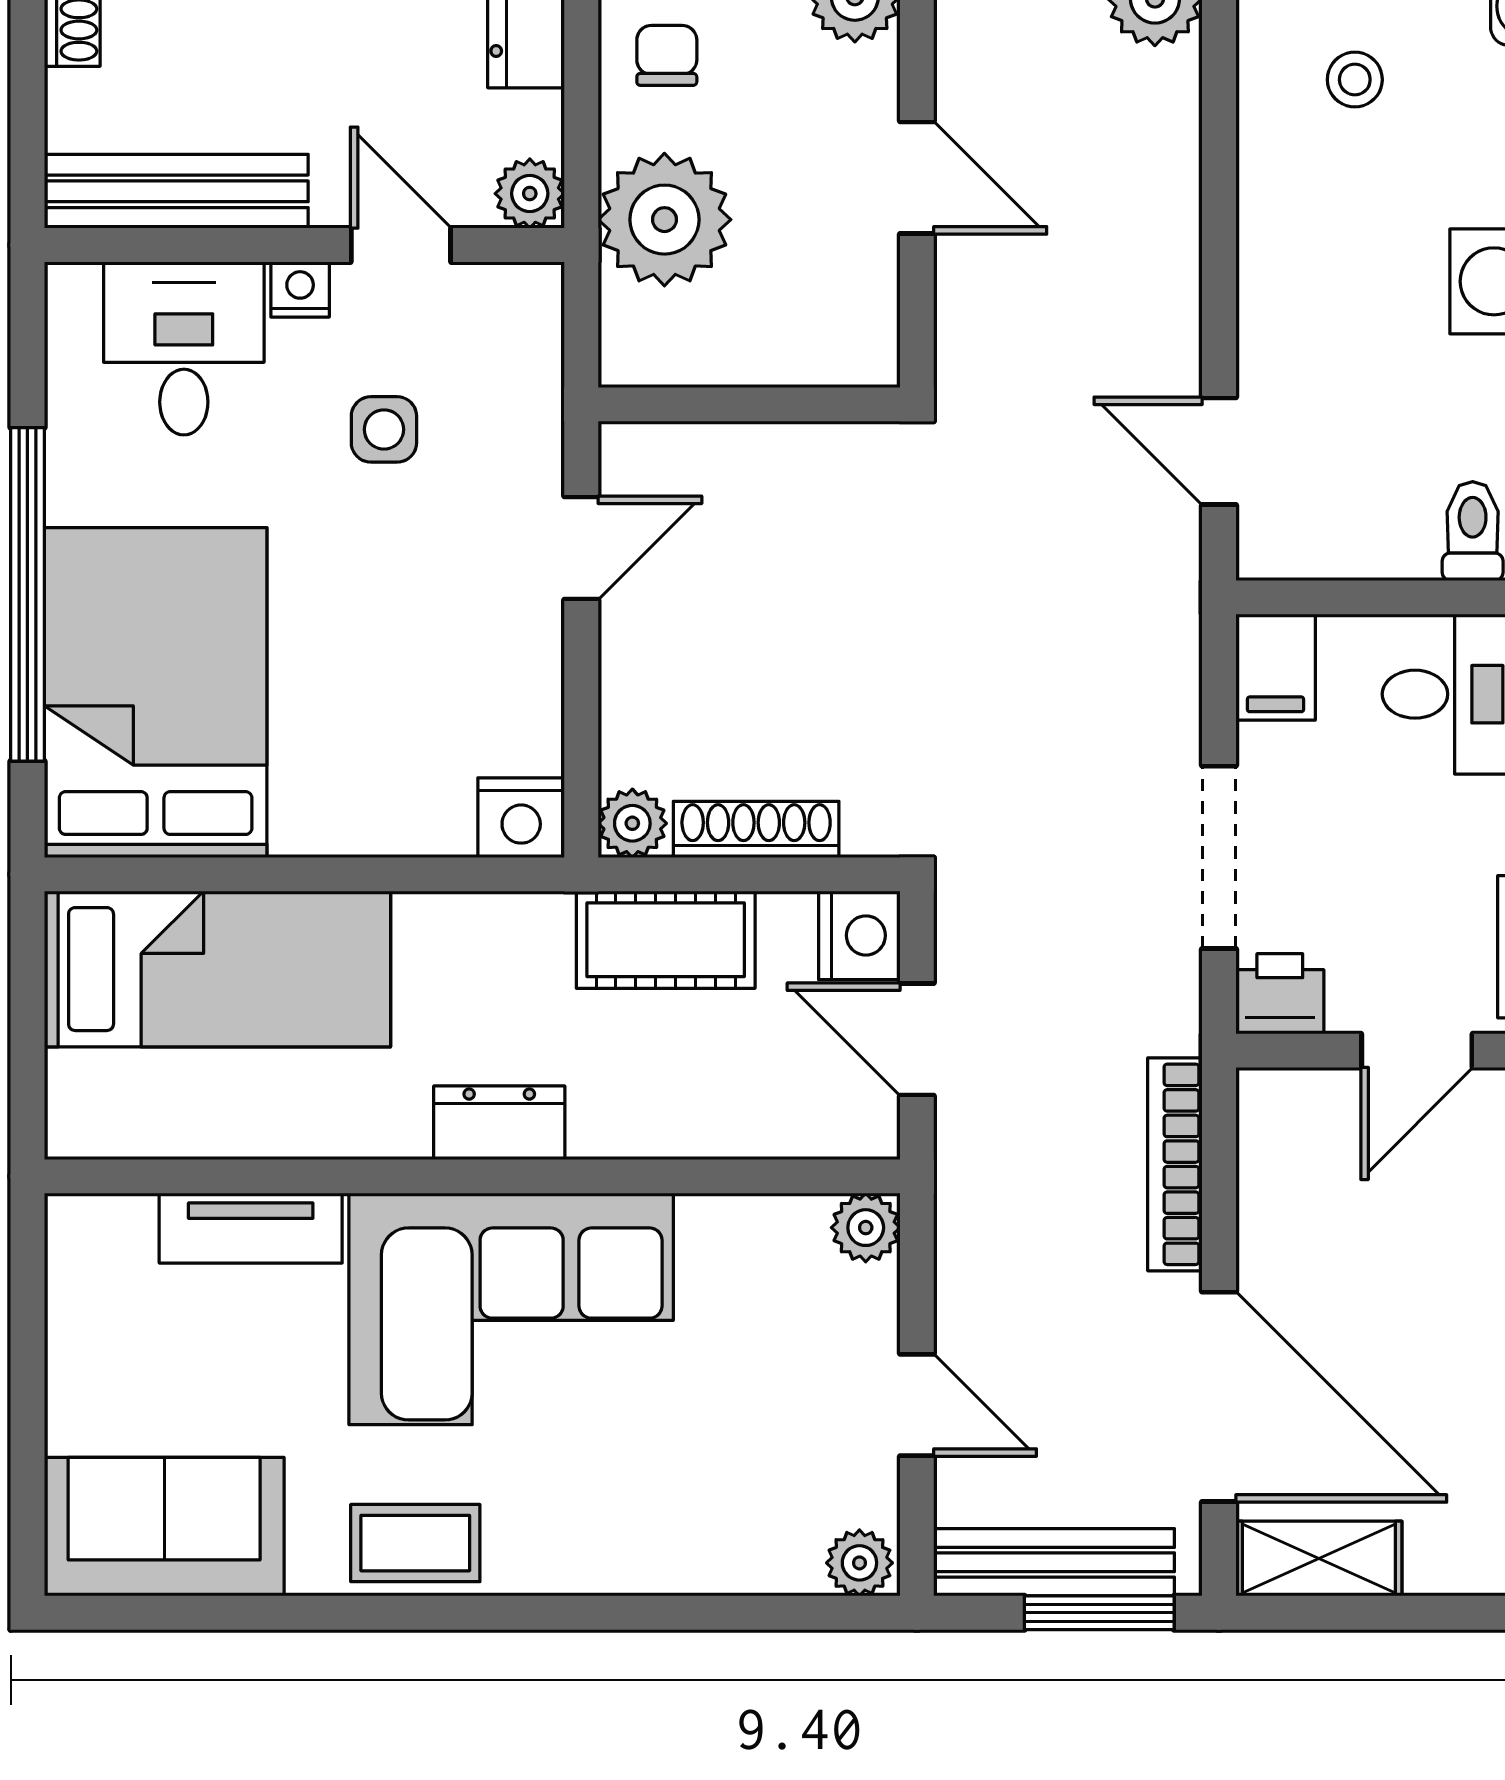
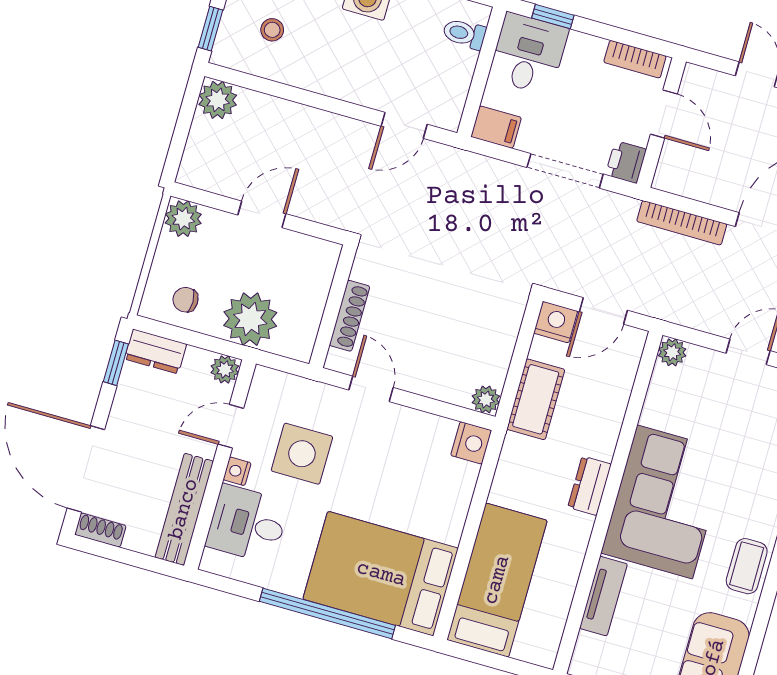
side table: (384, 429) -> (302, 454), width x1.87, depth x1.87
shoe rack: (756, 829) -> (350, 316), moved, turned 180

